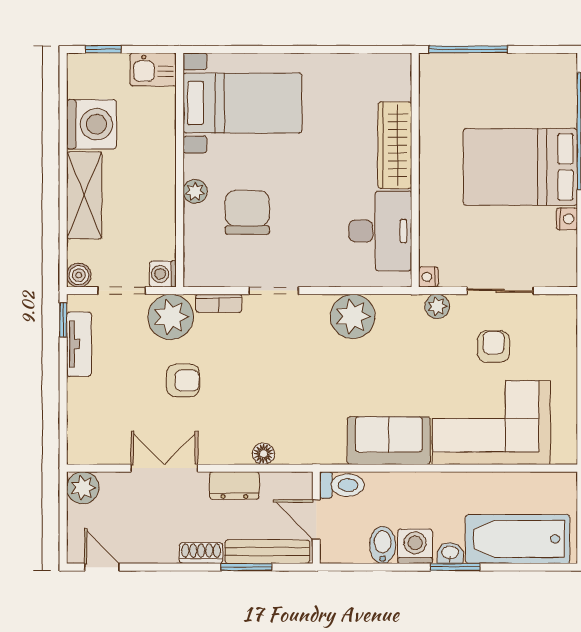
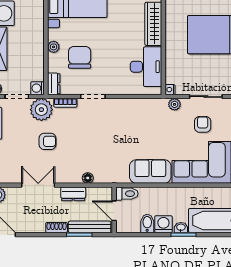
dresser: (195, 265) -> (54, 84), added
plant: (353, 316) -> (132, 109), removed

